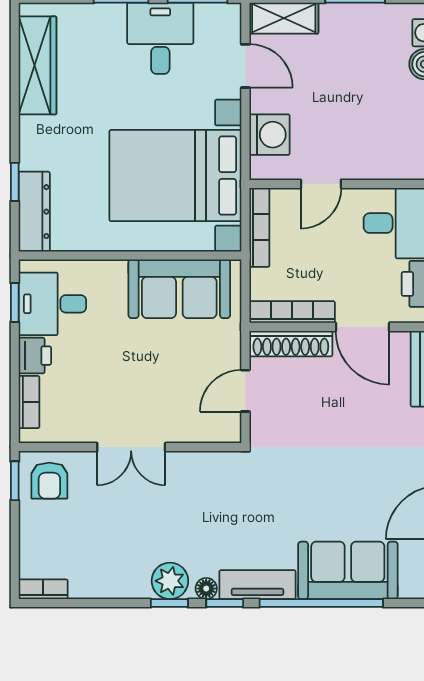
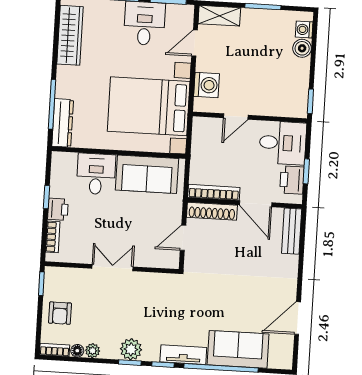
door: (245, 66) -> (195, 43), swing flipped
window: (15, 182) -> (52, 104), width x2.17
bookcase: (259, 227) -> (197, 140), removed
window: (15, 302) -> (47, 197), moved
desk: (52, 304) -> (96, 174), moved, turned 90
double door: (131, 447) -> (112, 268), swing flipped
armchair: (49, 481) -> (60, 313), moved
plant: (106, 587) -> (93, 351), added
floor lamp: (206, 589) -> (77, 351), moved

